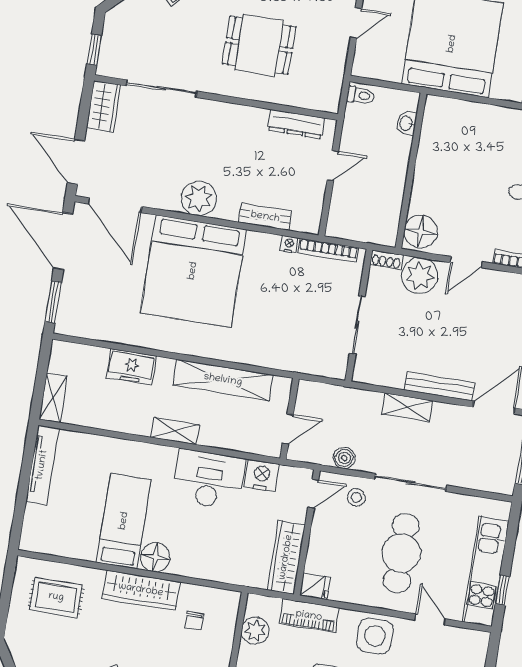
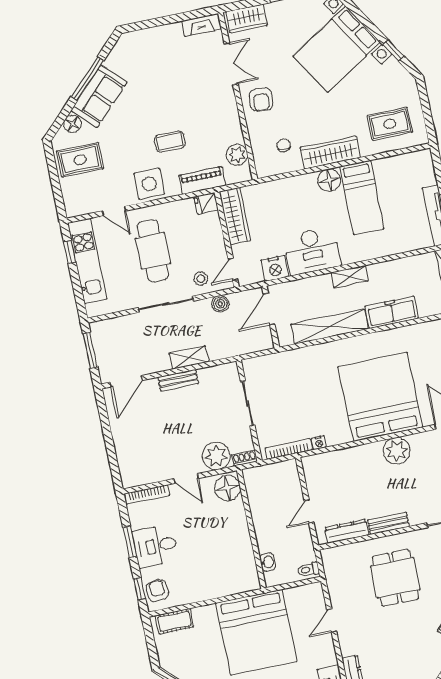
dining table: (259, 45) -> (395, 578), turned 90
bench: (265, 217) -> (388, 523), moved
door: (466, 262) -> (186, 479), swing flipped
freezer: (132, 367) -> (392, 312), width x1.40
bench: (440, 386) -> (178, 380), width x0.73
door: (288, 429) -> (269, 309), width x1.38

